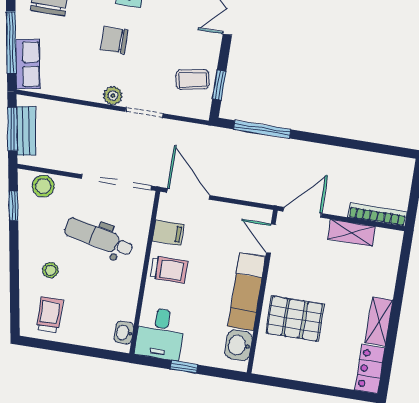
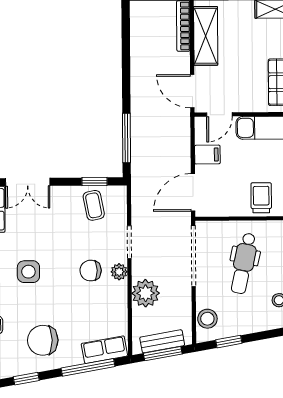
chair: (114, 40) -> (91, 271), moved, turned 90
plant: (84, 121) -> (146, 293), added
filing cabinet: (168, 233) -> (207, 155), moved, turned 90
shelving: (351, 233) -> (206, 36), width x1.50, depth x1.33

